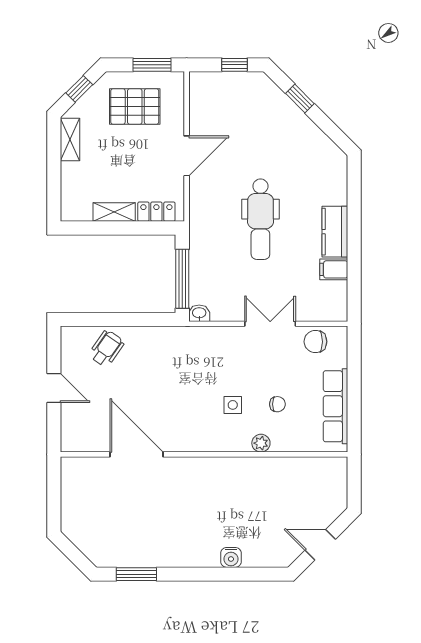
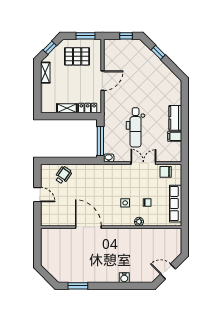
dental chair: (260, 219) -> (136, 127), moved
door: (136, 454) -> (88, 227), moved

